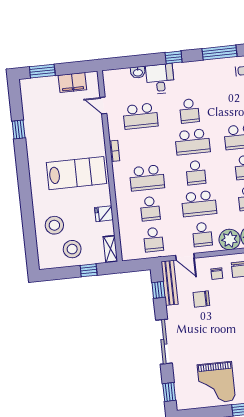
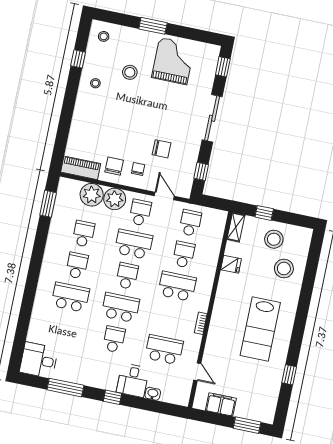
lab bench: (76, 173) -> (260, 329), moved, turned -90
bench: (170, 283) -> (188, 175), removed

